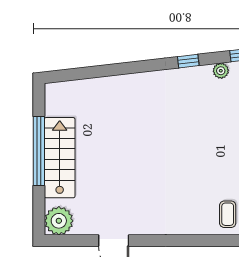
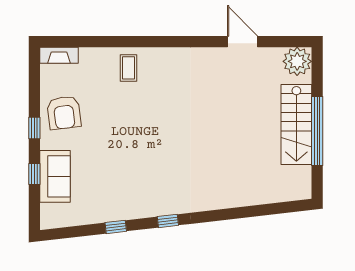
plant: (221, 71) -> (135, 211), removed

